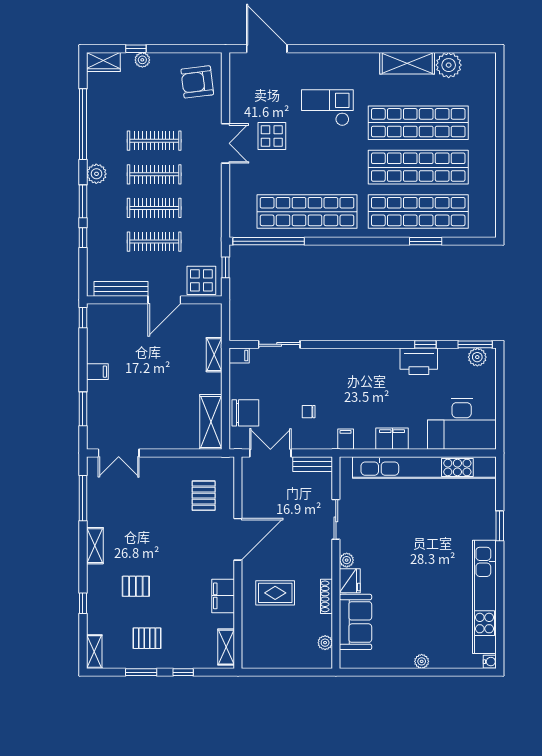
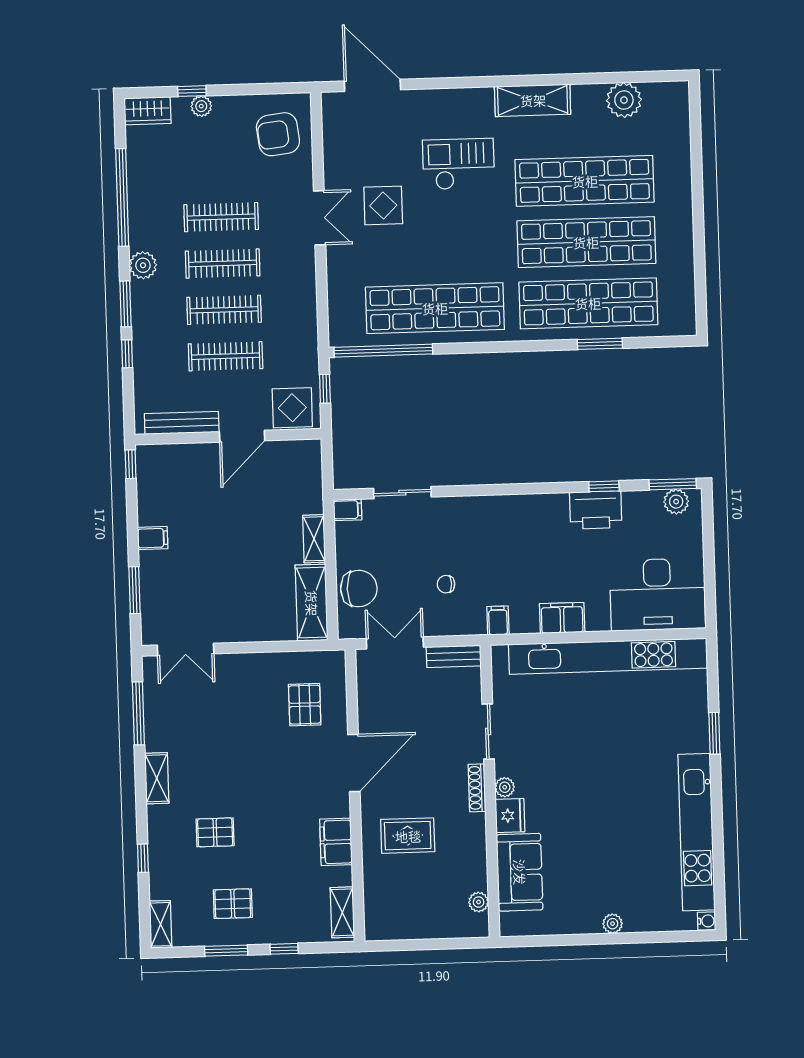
shelving: (407, 63) -> (533, 100), moved
shelving: (214, 355) -> (314, 539), moved
shoe rack: (326, 596) -> (477, 788), moved

